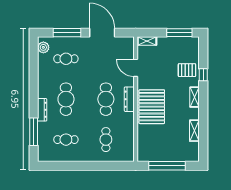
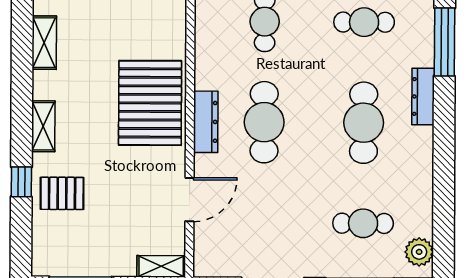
door: (136, 68) -> (189, 200), hinge flipped

